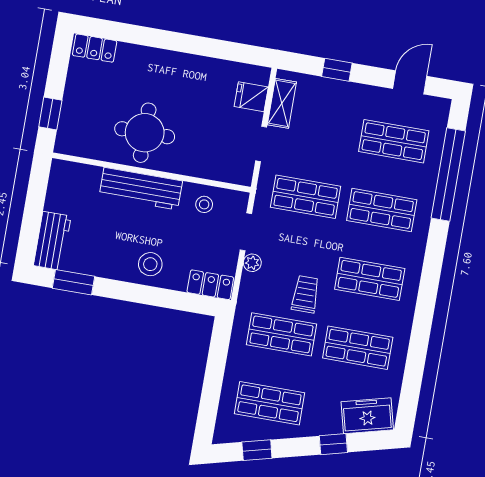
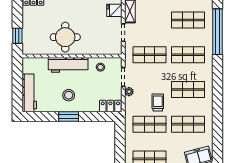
workbench: (52, 241) -> (29, 93), width x1.37
stool: (150, 264) -> (69, 95), moved
window: (74, 282) -> (69, 116), moved

